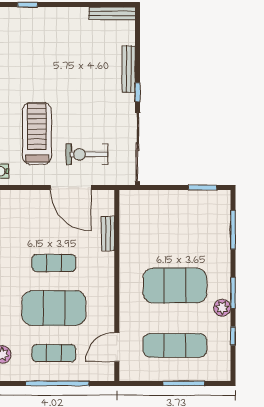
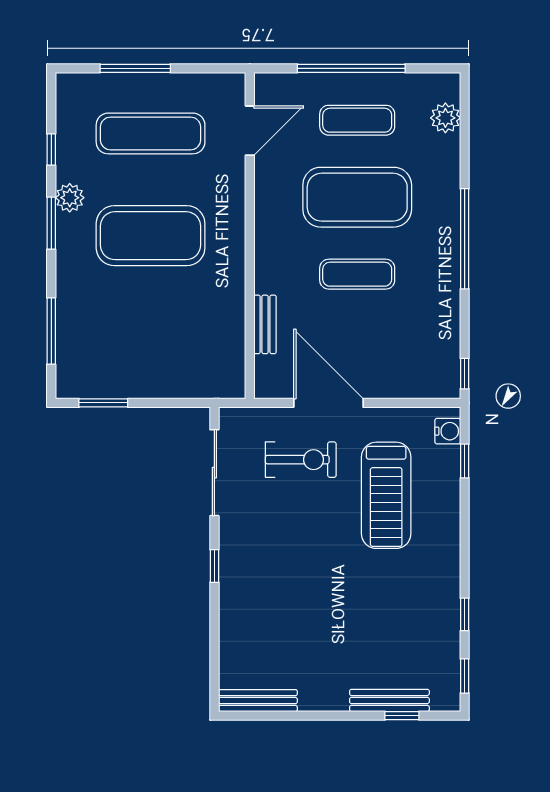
bench: (129, 69) -> (389, 700), moved, turned 90
sliding door: (137, 147) -> (214, 473), width x0.73

